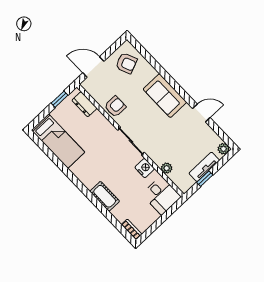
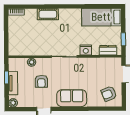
armchair: (115, 107) -> (41, 81), moved
nightstand: (145, 168) -> (86, 50), moved
desk: (161, 196) -> (19, 45), removed

